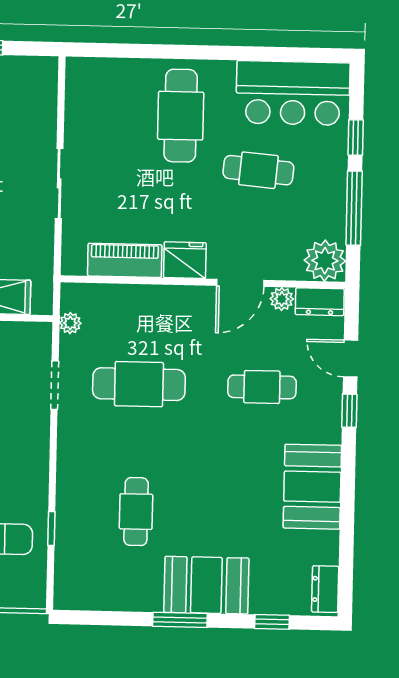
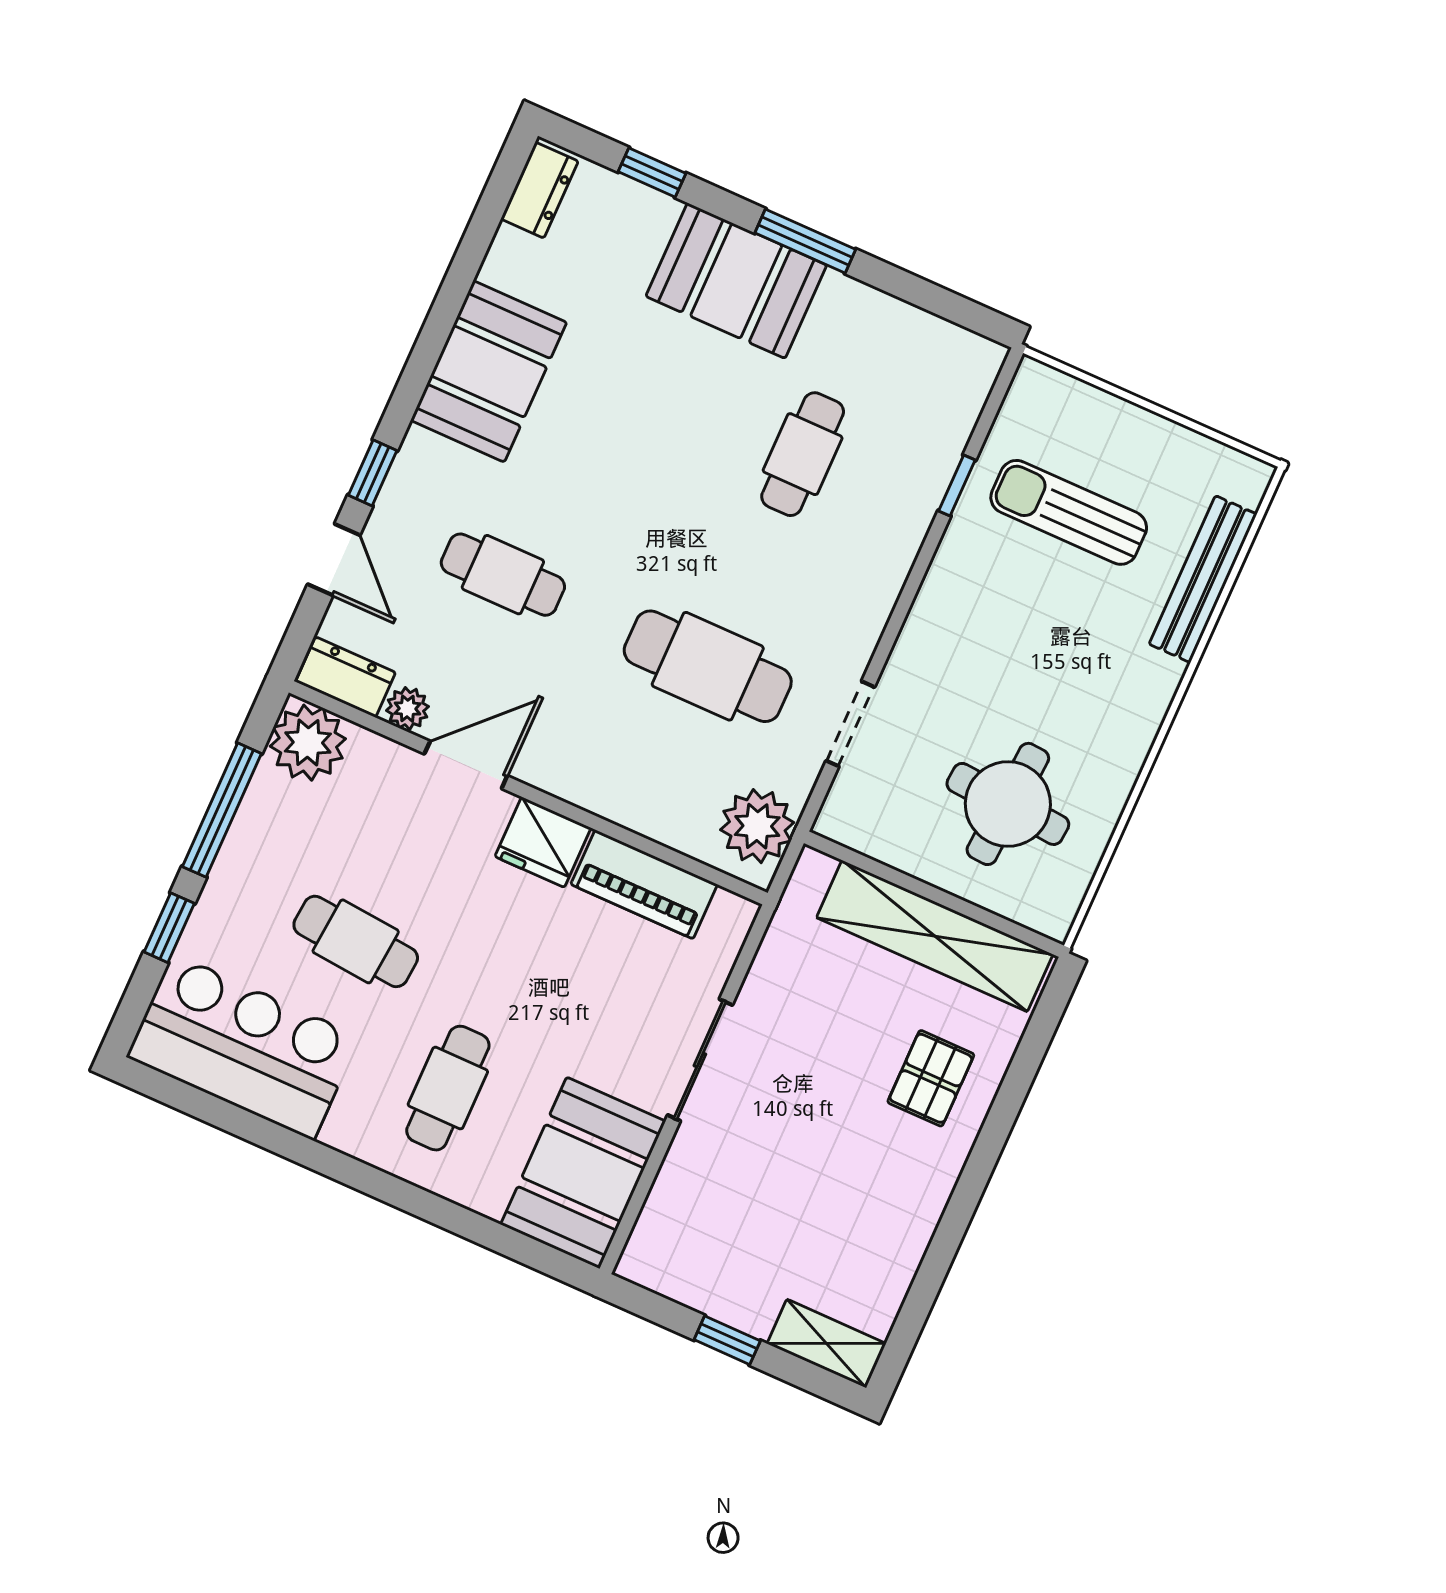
booth: (94, 101) -> (583, 1173), added
cafe table: (181, 116) -> (448, 1088), width x0.73, depth x0.74
plant: (70, 323) -> (757, 826), width x1.88, depth x1.88

